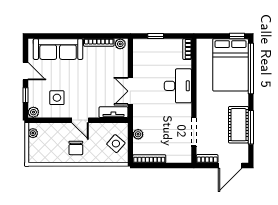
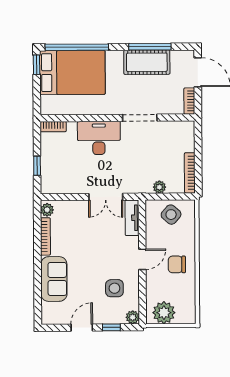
sofa: (58, 49) -> (54, 279), width x0.73
doorway: (194, 132) -> (140, 118), moved
plant: (33, 133) -> (164, 313), width x1.87, depth x1.87
chair: (76, 148) -> (177, 264), turned 180

